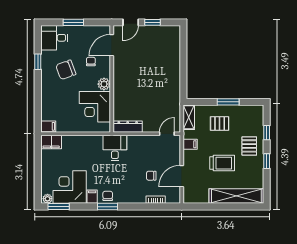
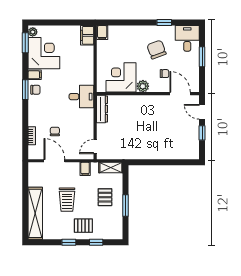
door: (167, 134) -> (95, 147), swing flipped

